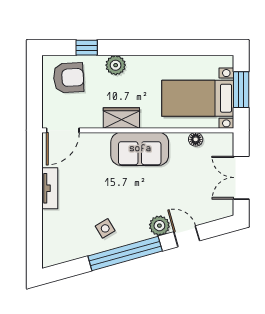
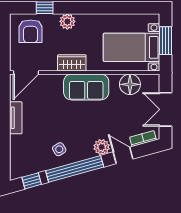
armchair: (69, 78) -> (31, 31), turned 93
floor lamp: (196, 139) -> (130, 84), width x1.89, depth x1.89
bookcase: (212, 215) -> (143, 139), added
window: (70, 269) -> (32, 181), added

